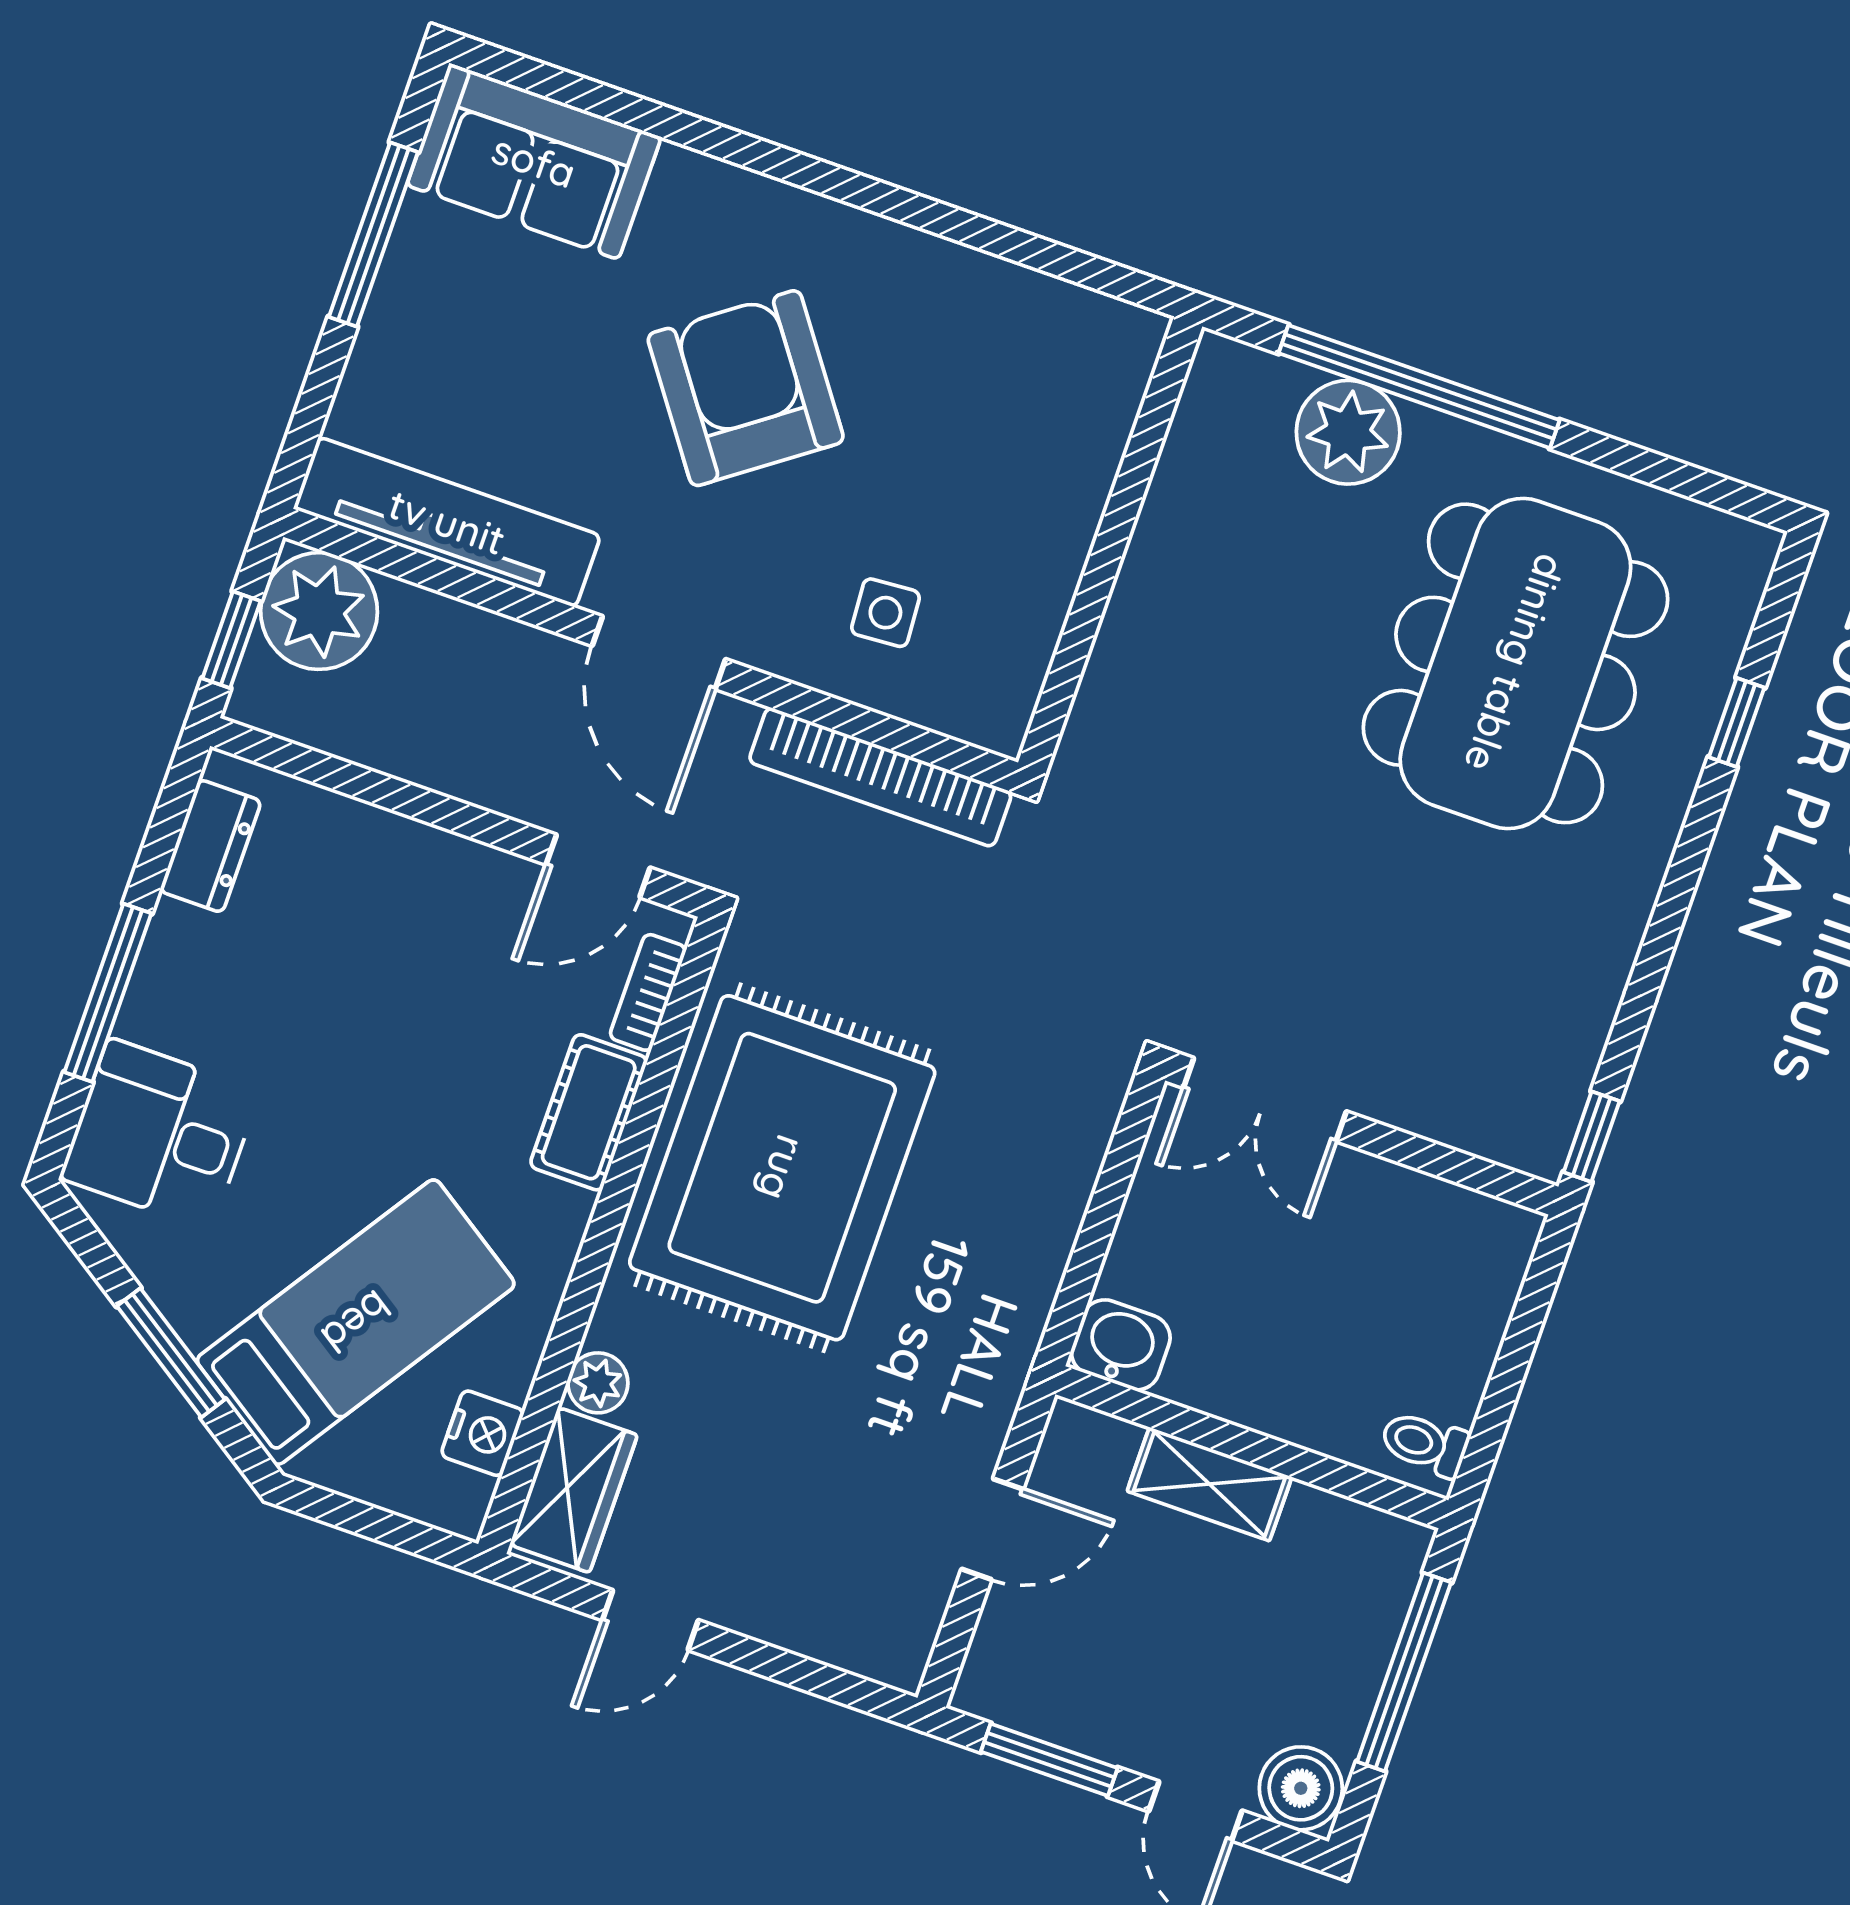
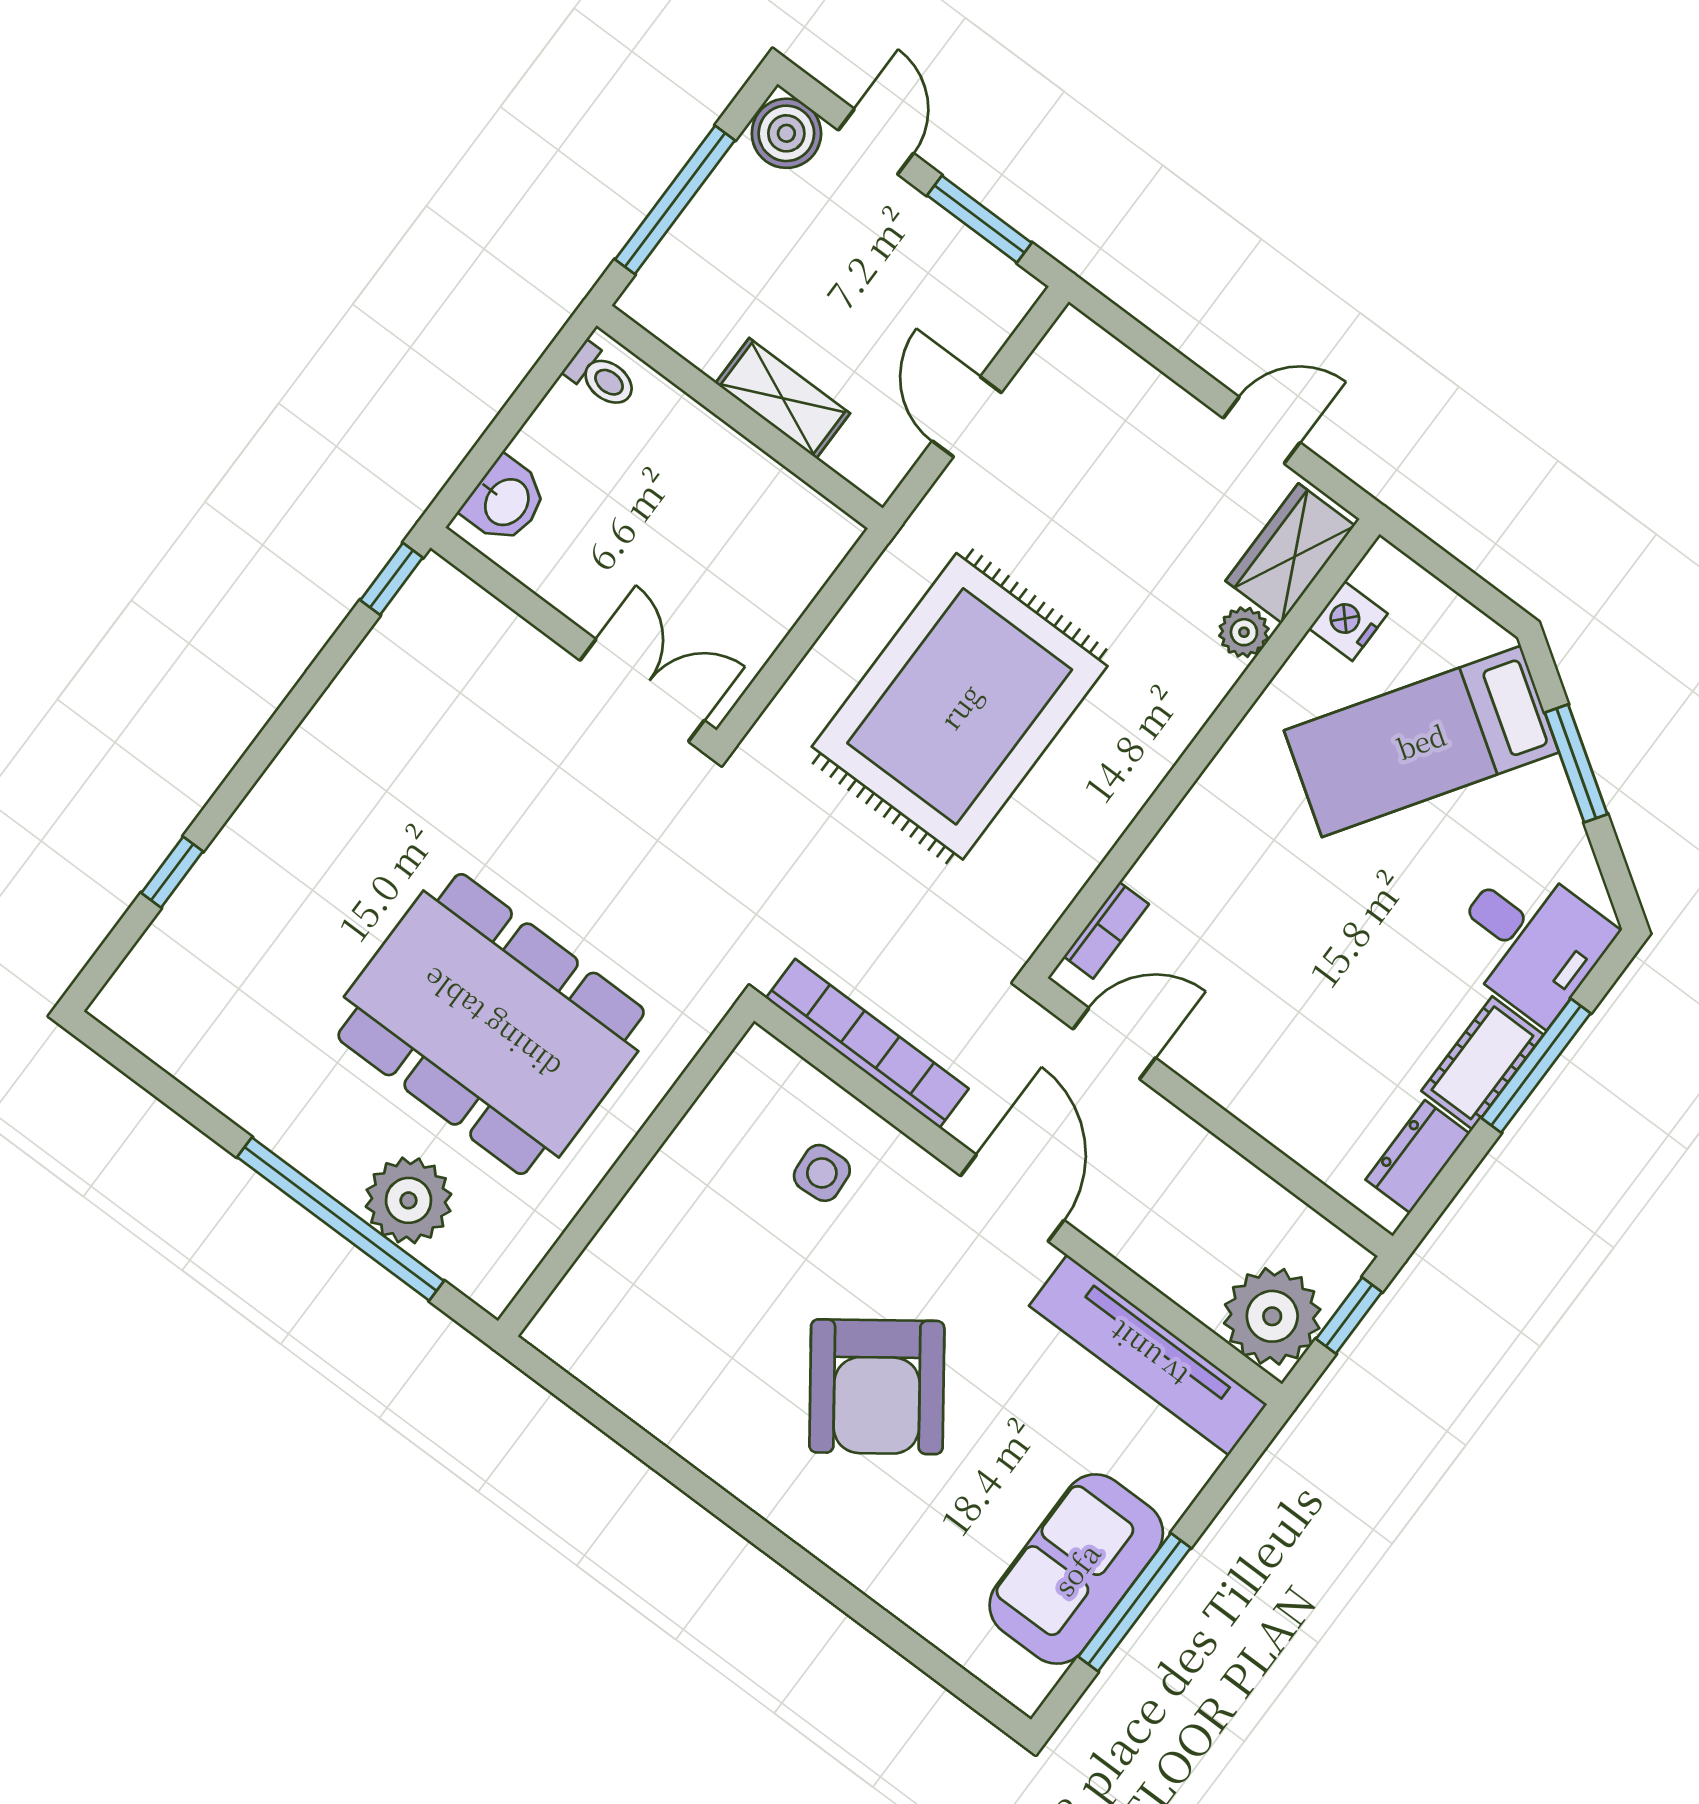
sofa: (534, 161) -> (1076, 1569), moved, turned -90
dining table: (1515, 663) -> (491, 1024), moved, turned 90
cot: (589, 1112) -> (1482, 1063), moved
rug: (782, 1168) -> (960, 706), moved
washbasin: (1121, 1345) -> (505, 501), moved, turned -90
door: (992, 1529) -> (967, 417), hinge flipped

